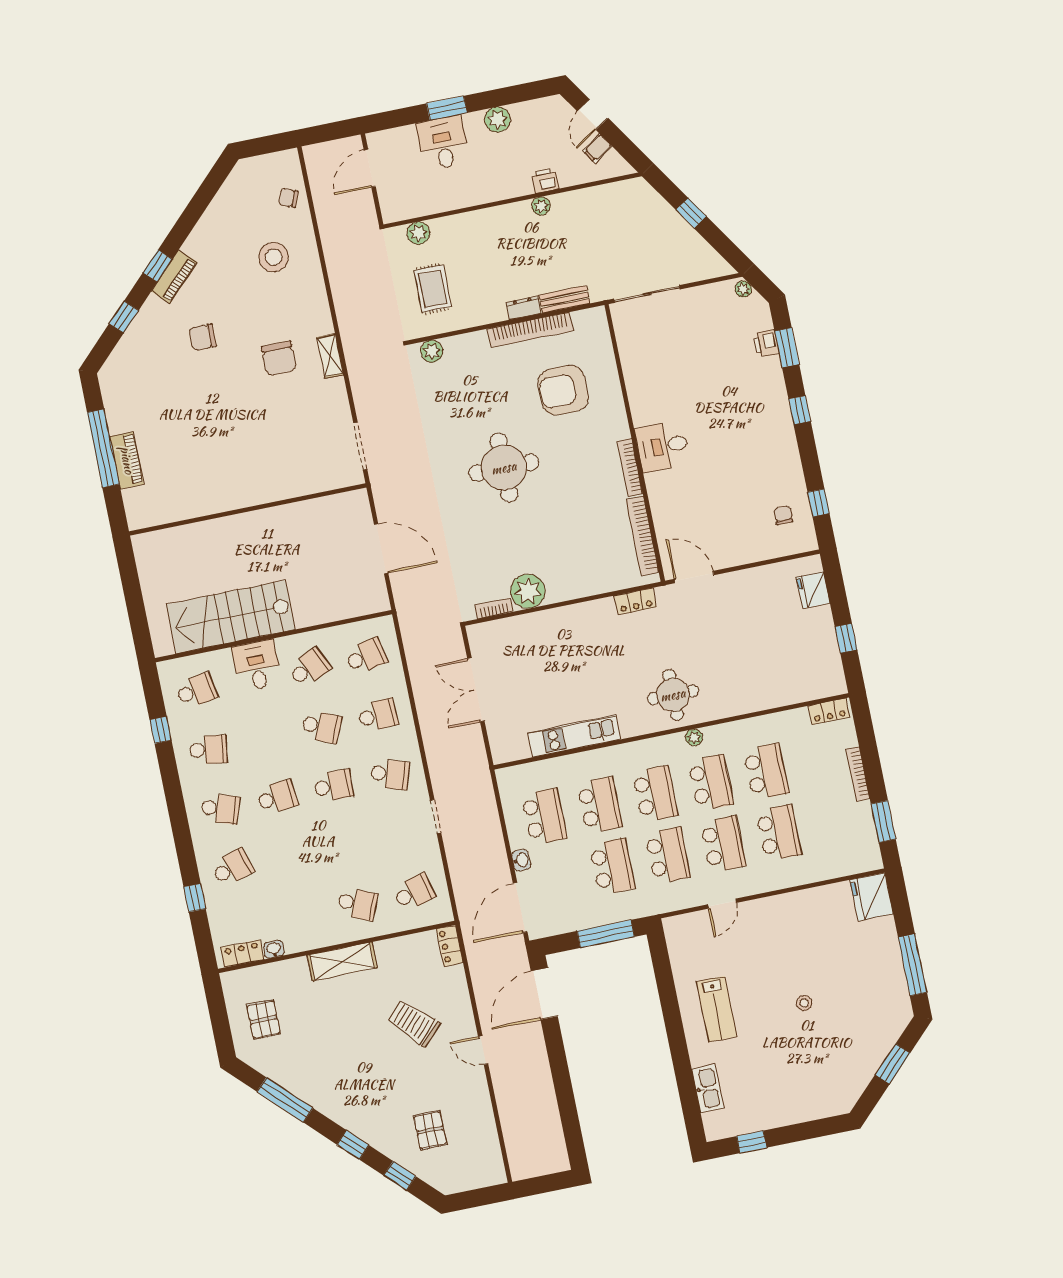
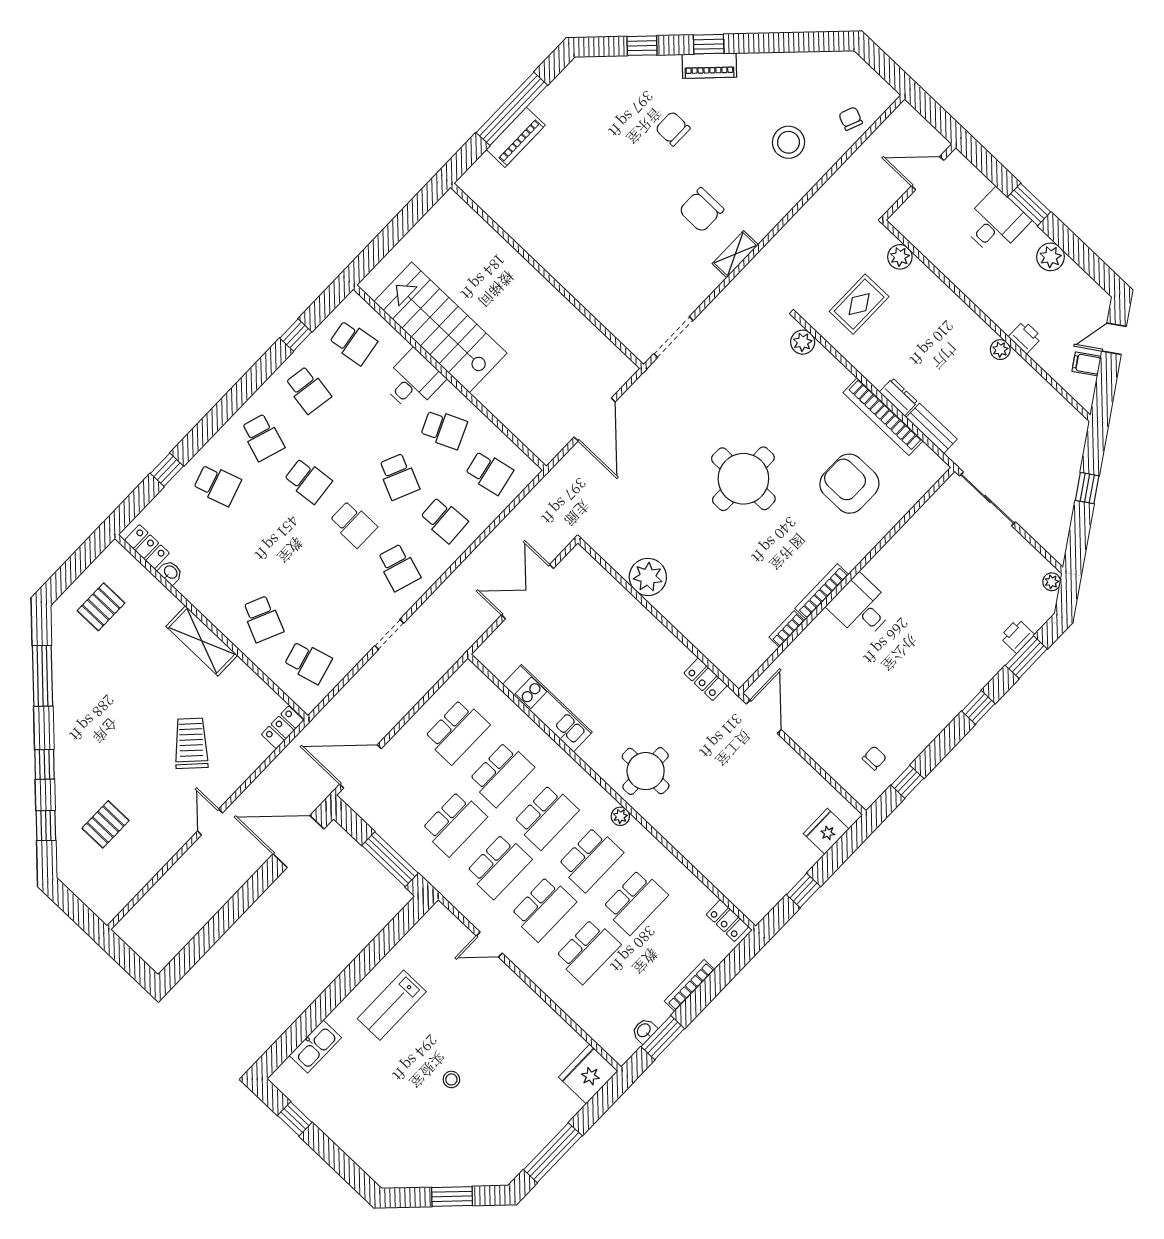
bookcase: (642, 536) -> (787, 629), width x0.43, depth x0.76
bookcase: (494, 608) -> (611, 557), removed
washbasin: (521, 860) -> (644, 1031), moved, turned 180

